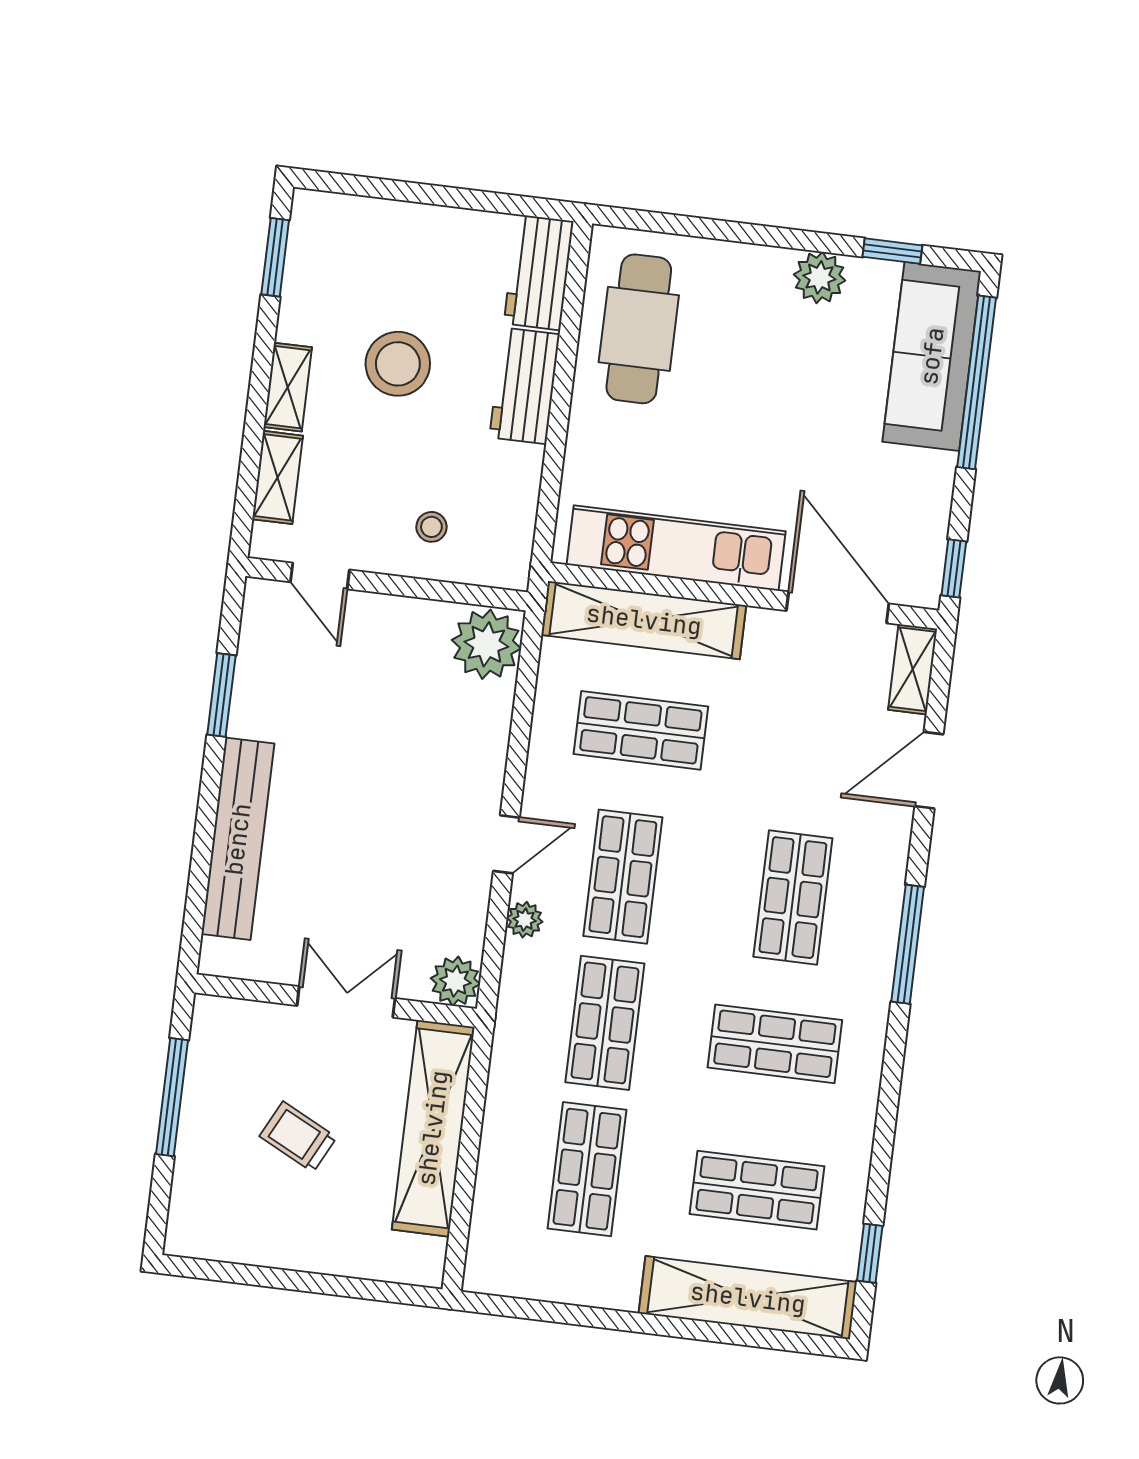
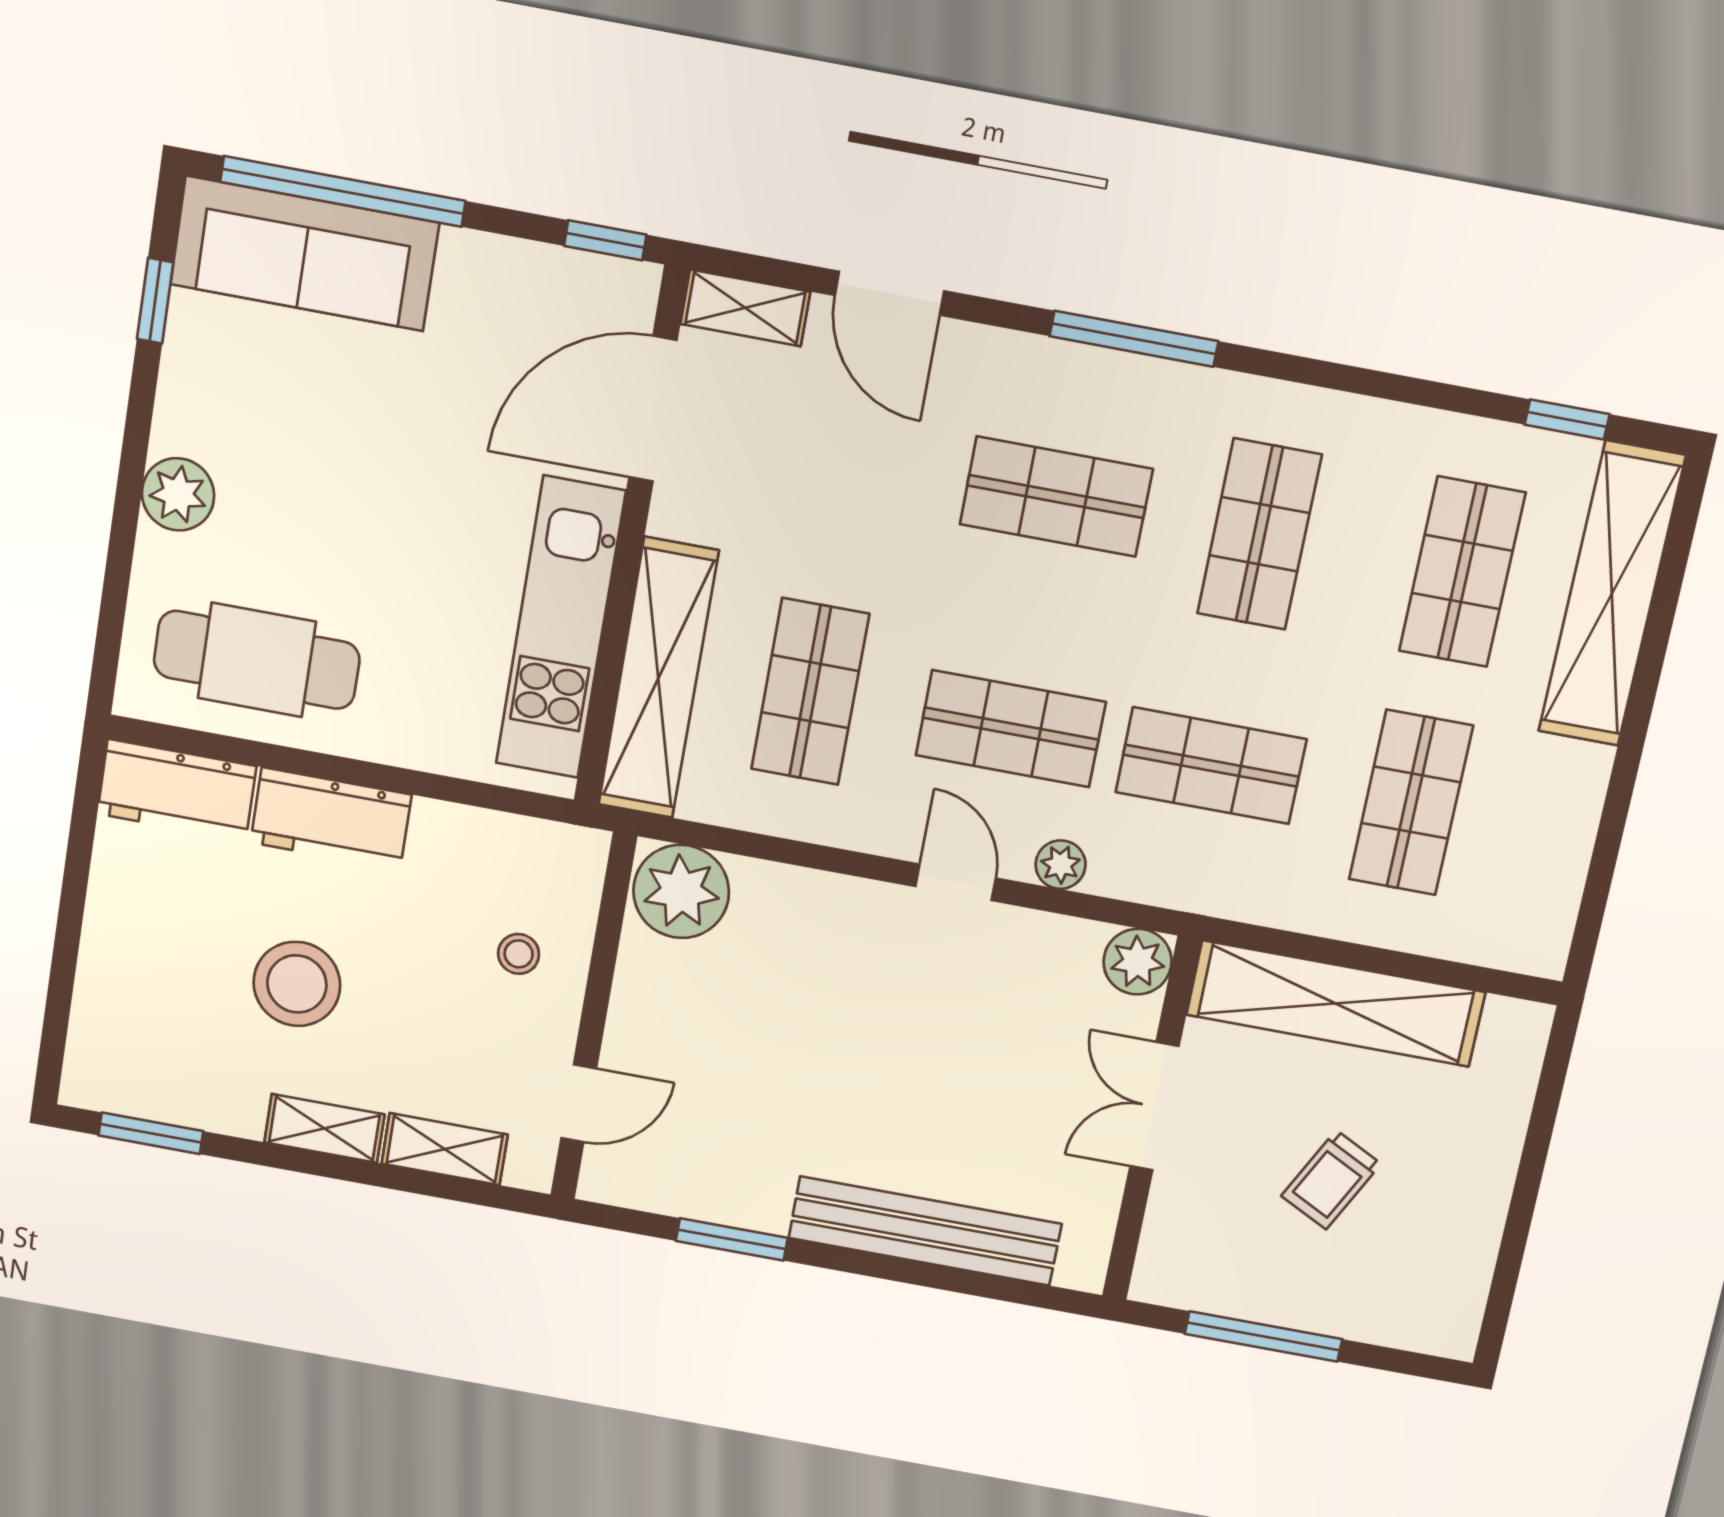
plant: (819, 277) -> (178, 494), moved
shop shelf: (587, 1169) -> (1411, 803), turned 90

